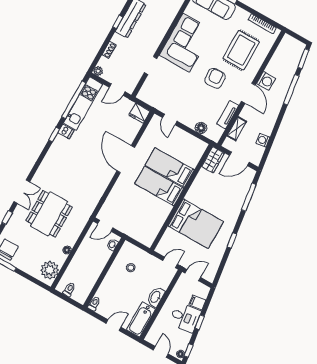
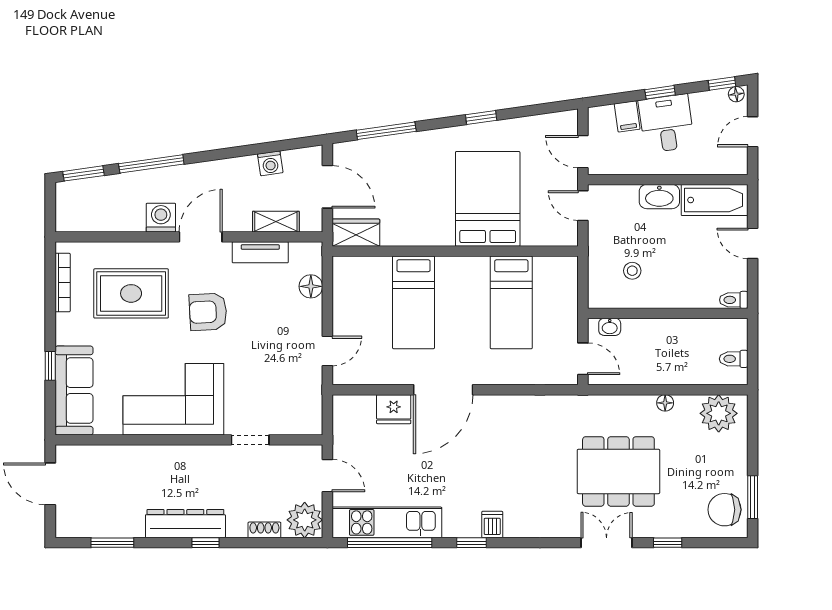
plant: (98, 71) -> (305, 520), width x1.88, depth x1.88
fridge: (139, 113) -> (394, 409), moved, turned 90
dishwasher: (66, 131) -> (492, 525), moved
bed: (159, 186) -> (511, 302), moved

